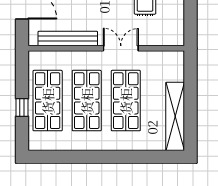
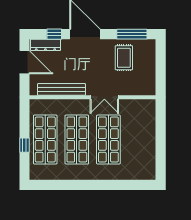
double door: (121, 48) -> (104, 97), swing flipped
shelving: (175, 116) -> (148, 152), removed

